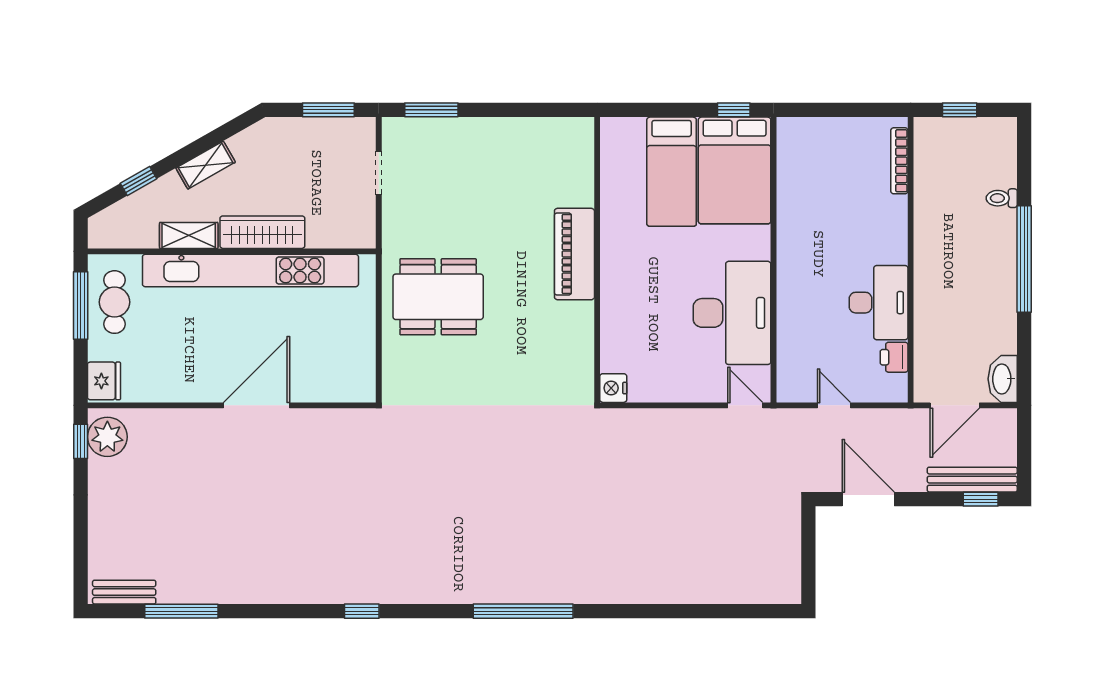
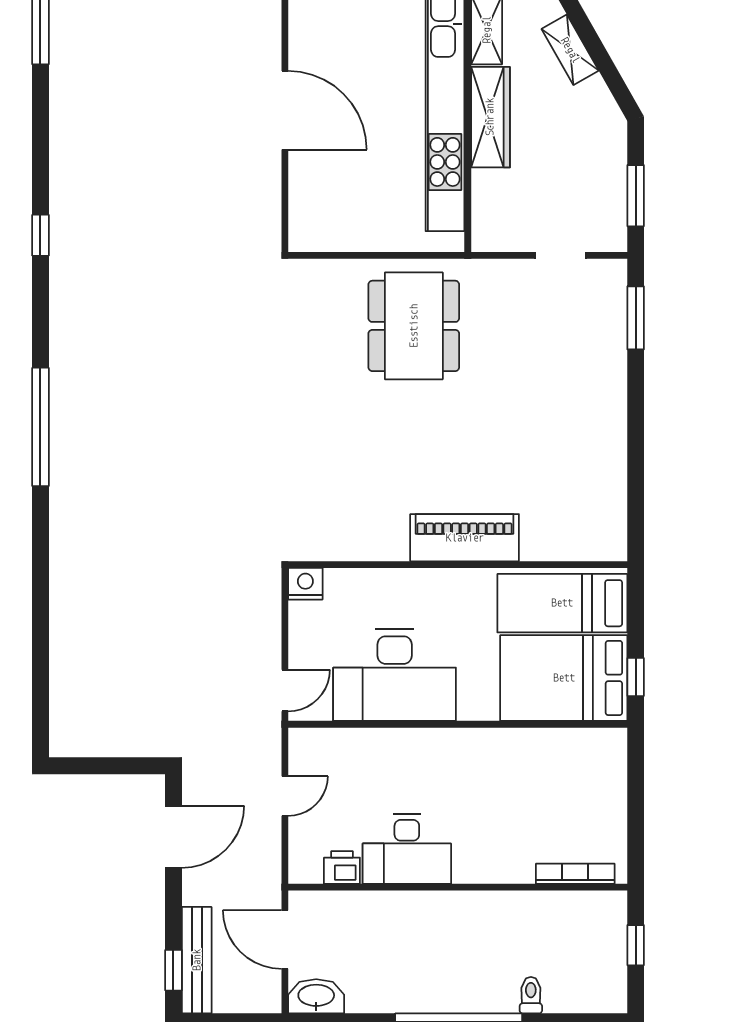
piano: (574, 254) -> (465, 538), moved
wall: (597, 260) -> (458, 565), moved
nightstand: (613, 388) -> (305, 584), moved

